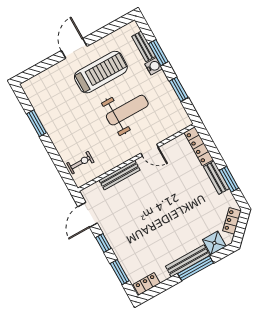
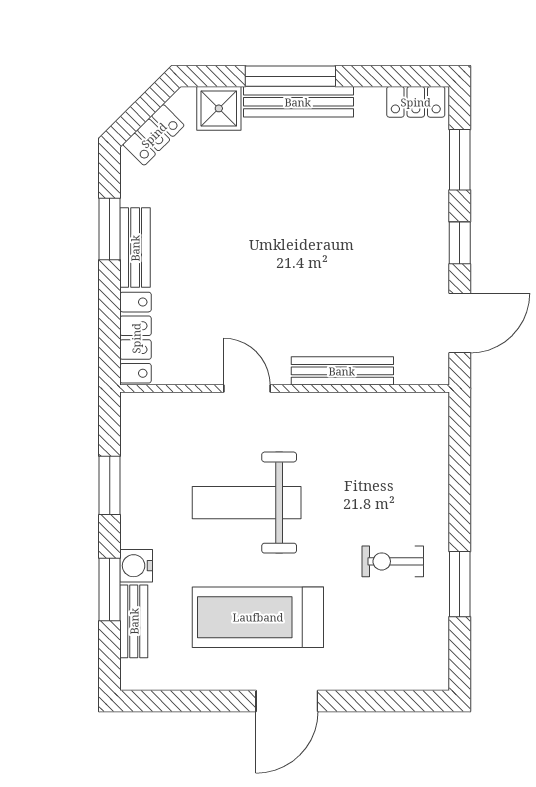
exercise bike: (80, 163) -> (393, 561), moved

